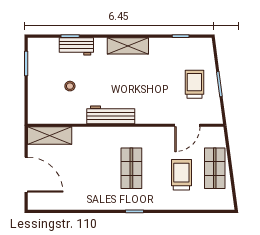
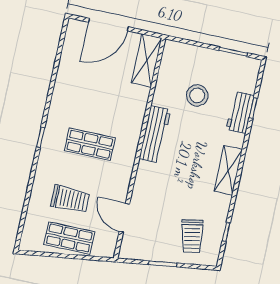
trolley: (194, 84) -> (192, 236), moved, turned 79
stool: (70, 86) -> (197, 95), width x1.89, depth x1.89

